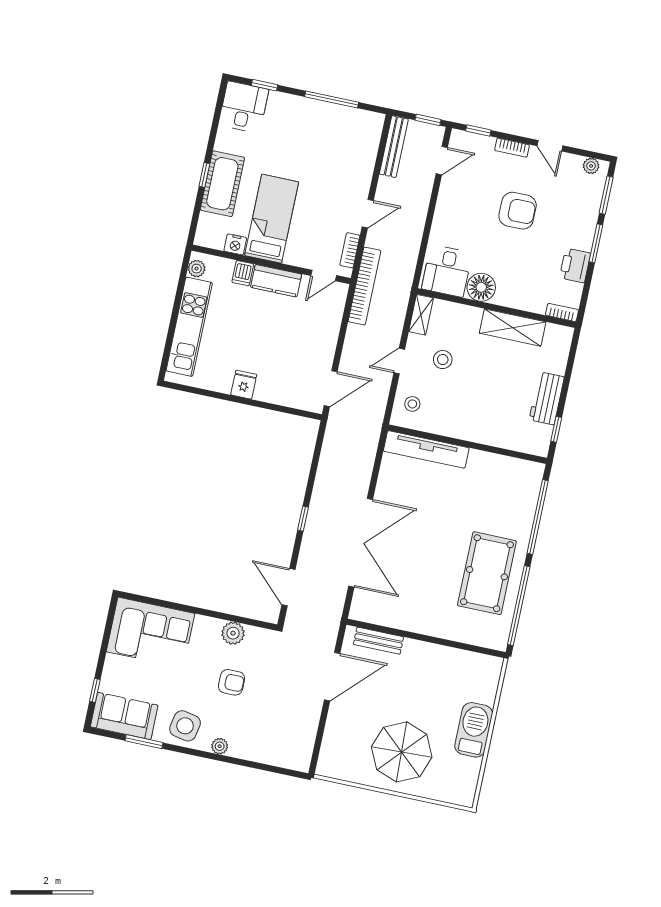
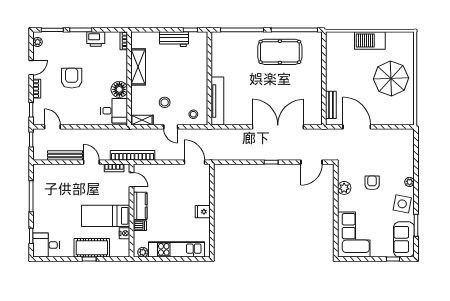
bench: (394, 147) -> (65, 156), moved

